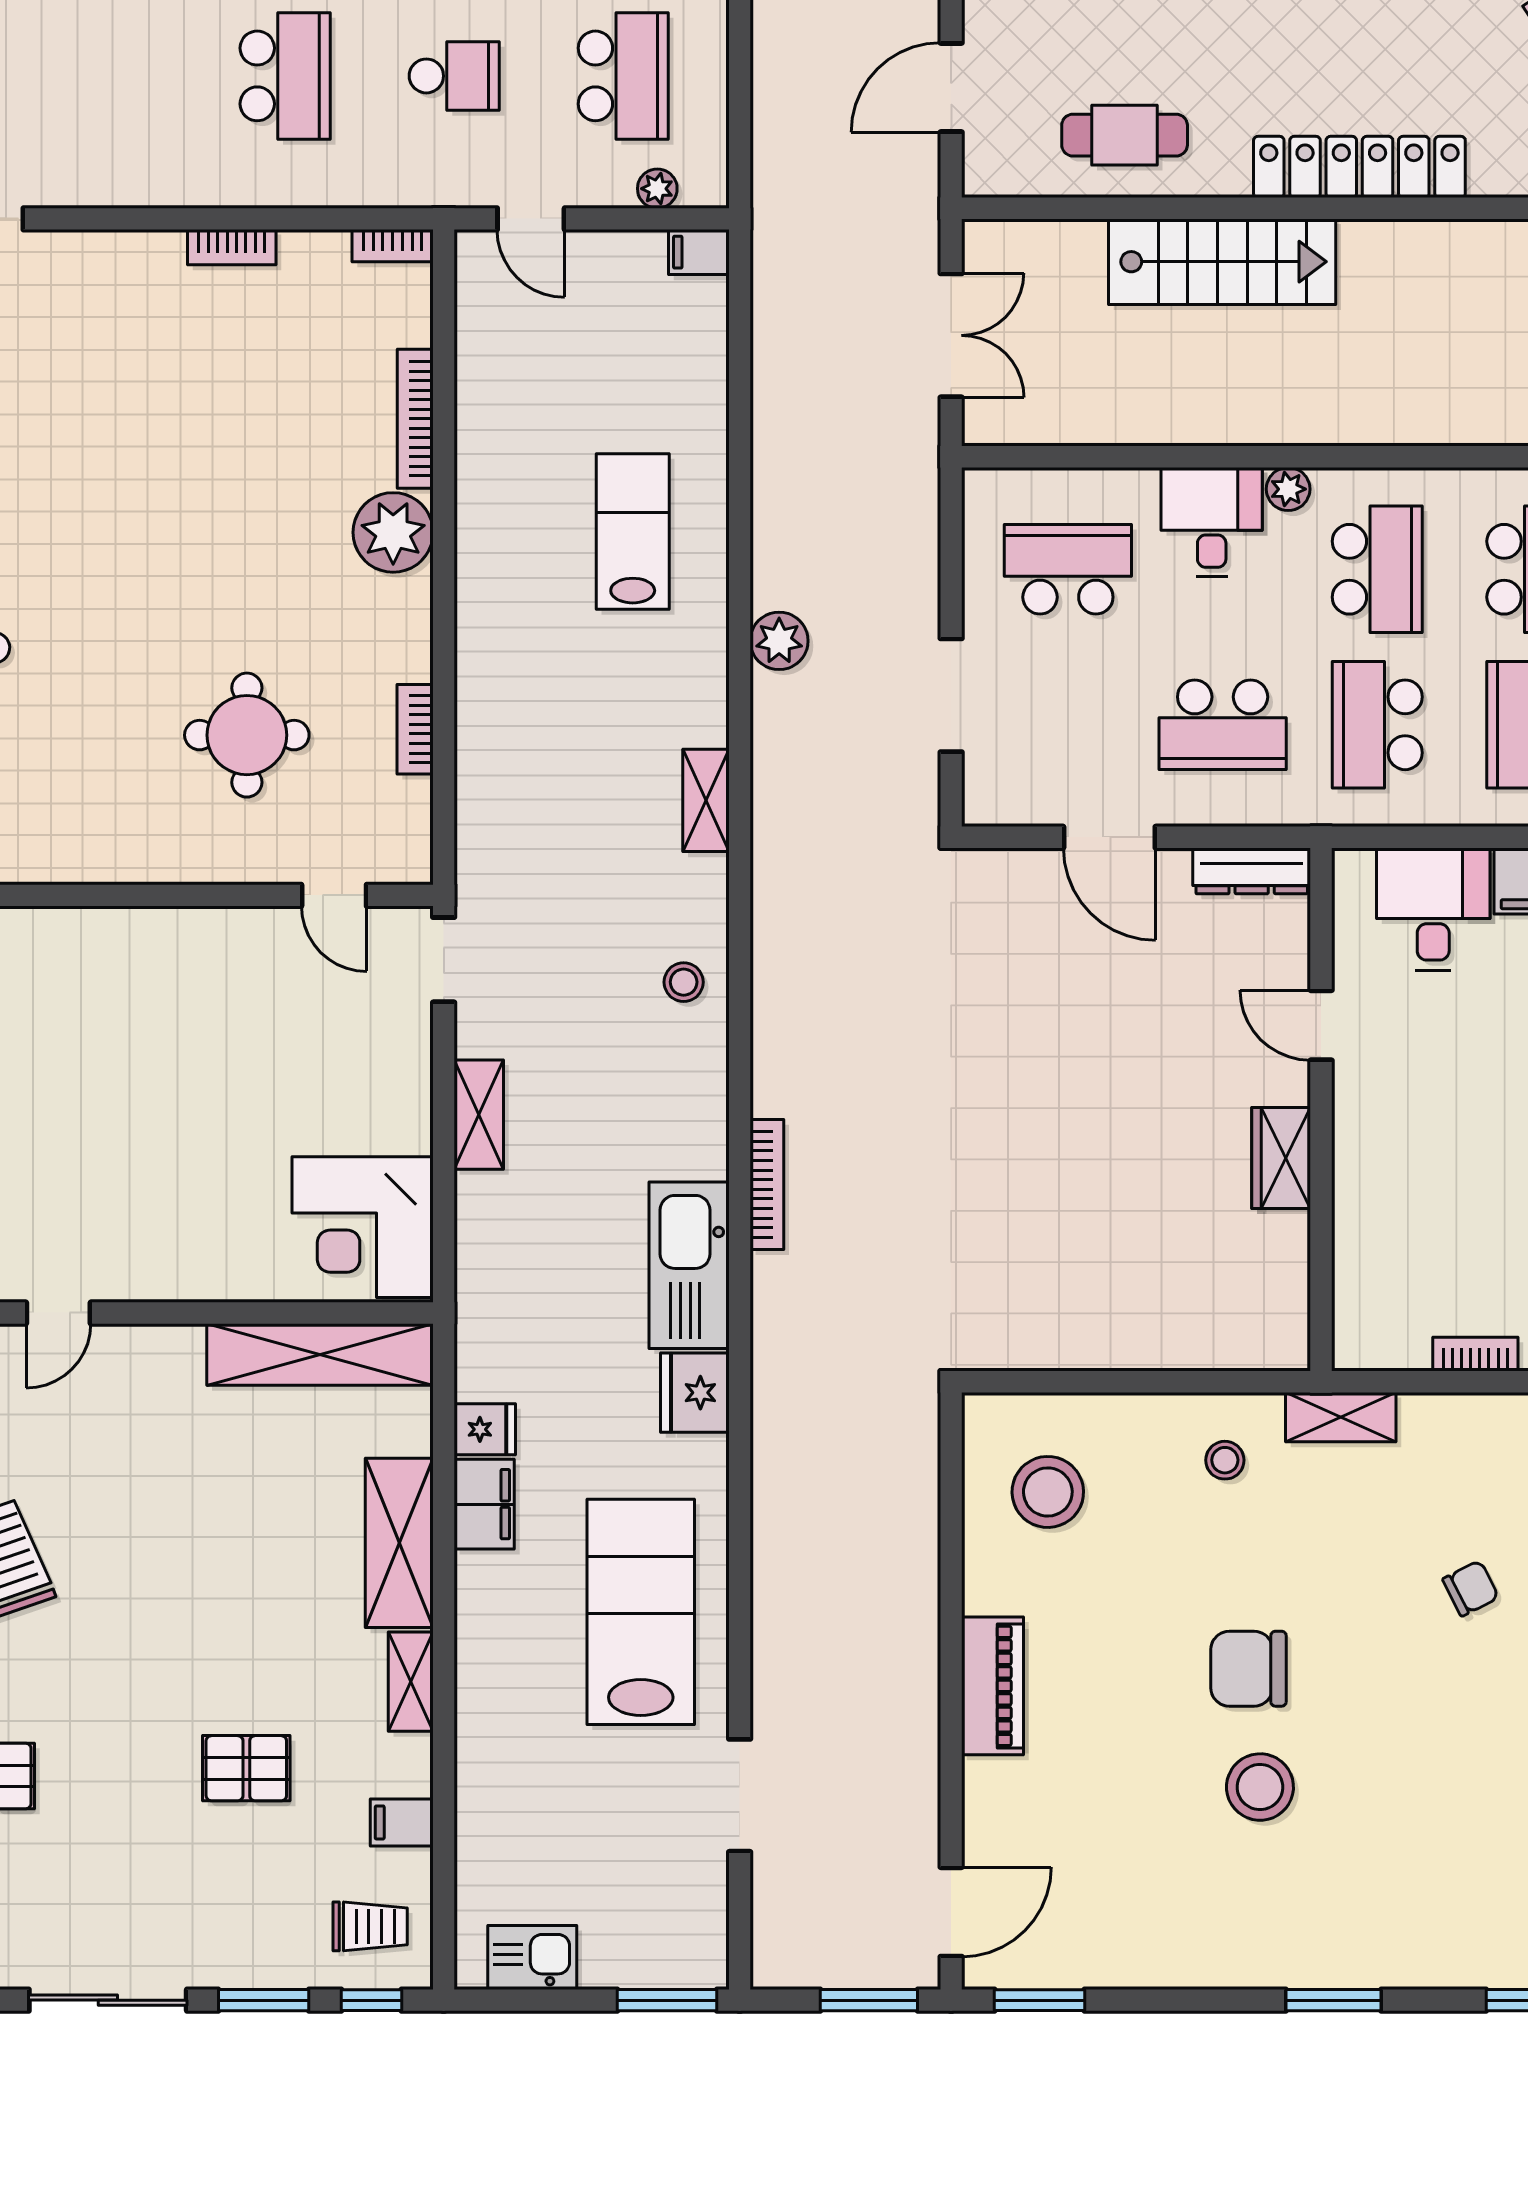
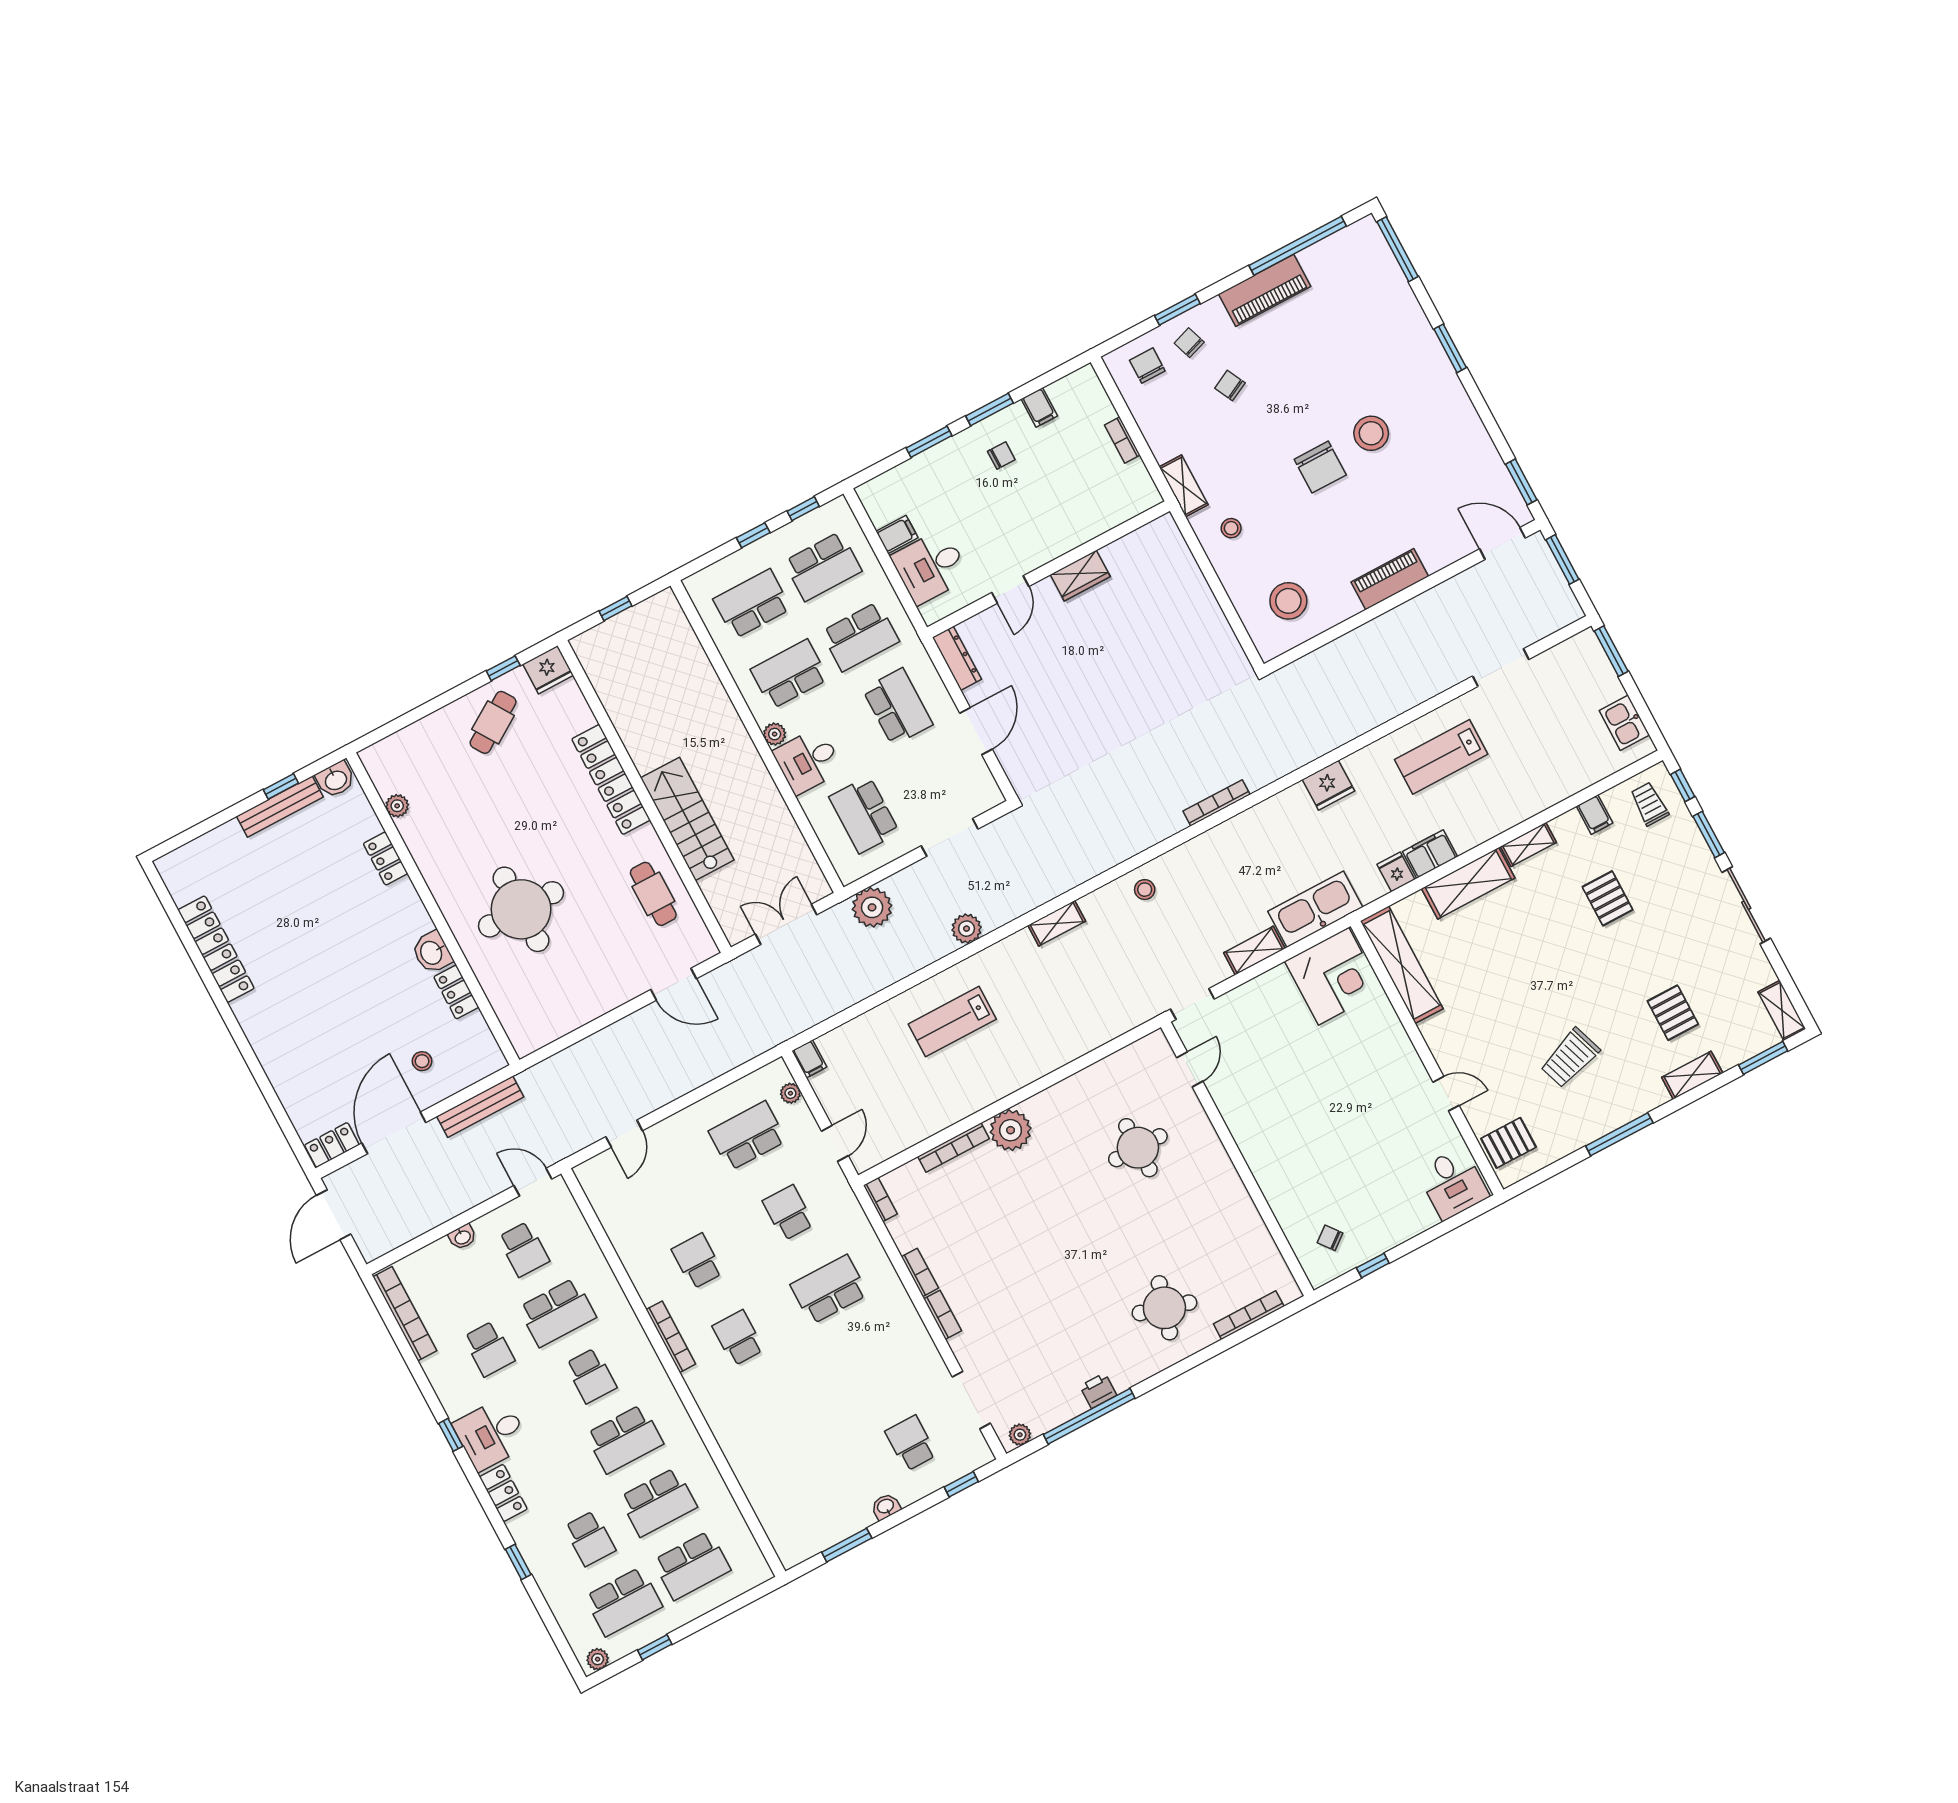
plant: (902, 498) -> (872, 907), added
bookcase: (415, 729) -> (943, 1315), moved, turned -90
kitchen sink: (689, 1265) -> (1315, 909), moved, turned 180
lab bench: (641, 1612) -> (1441, 757), width x0.73, depth x0.72

